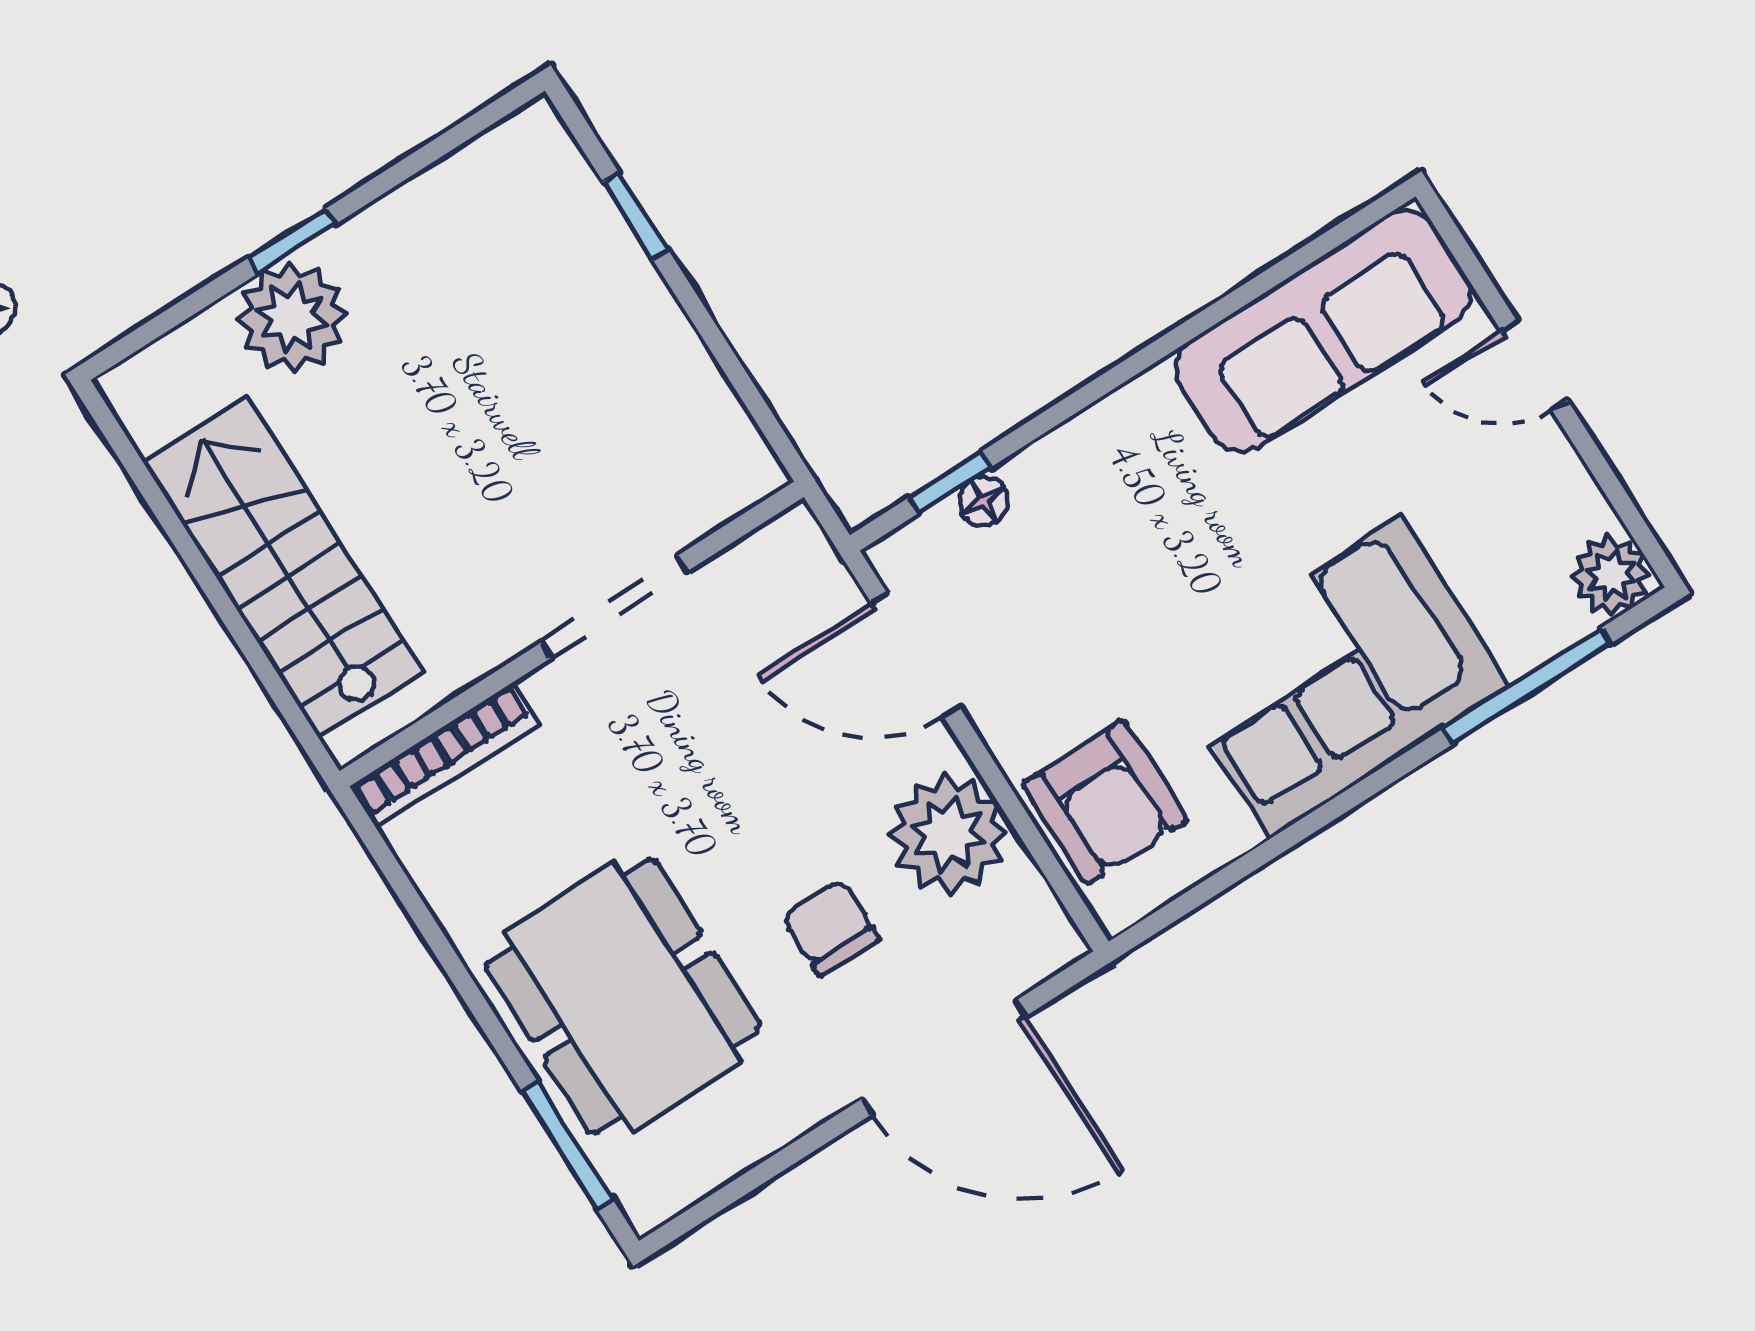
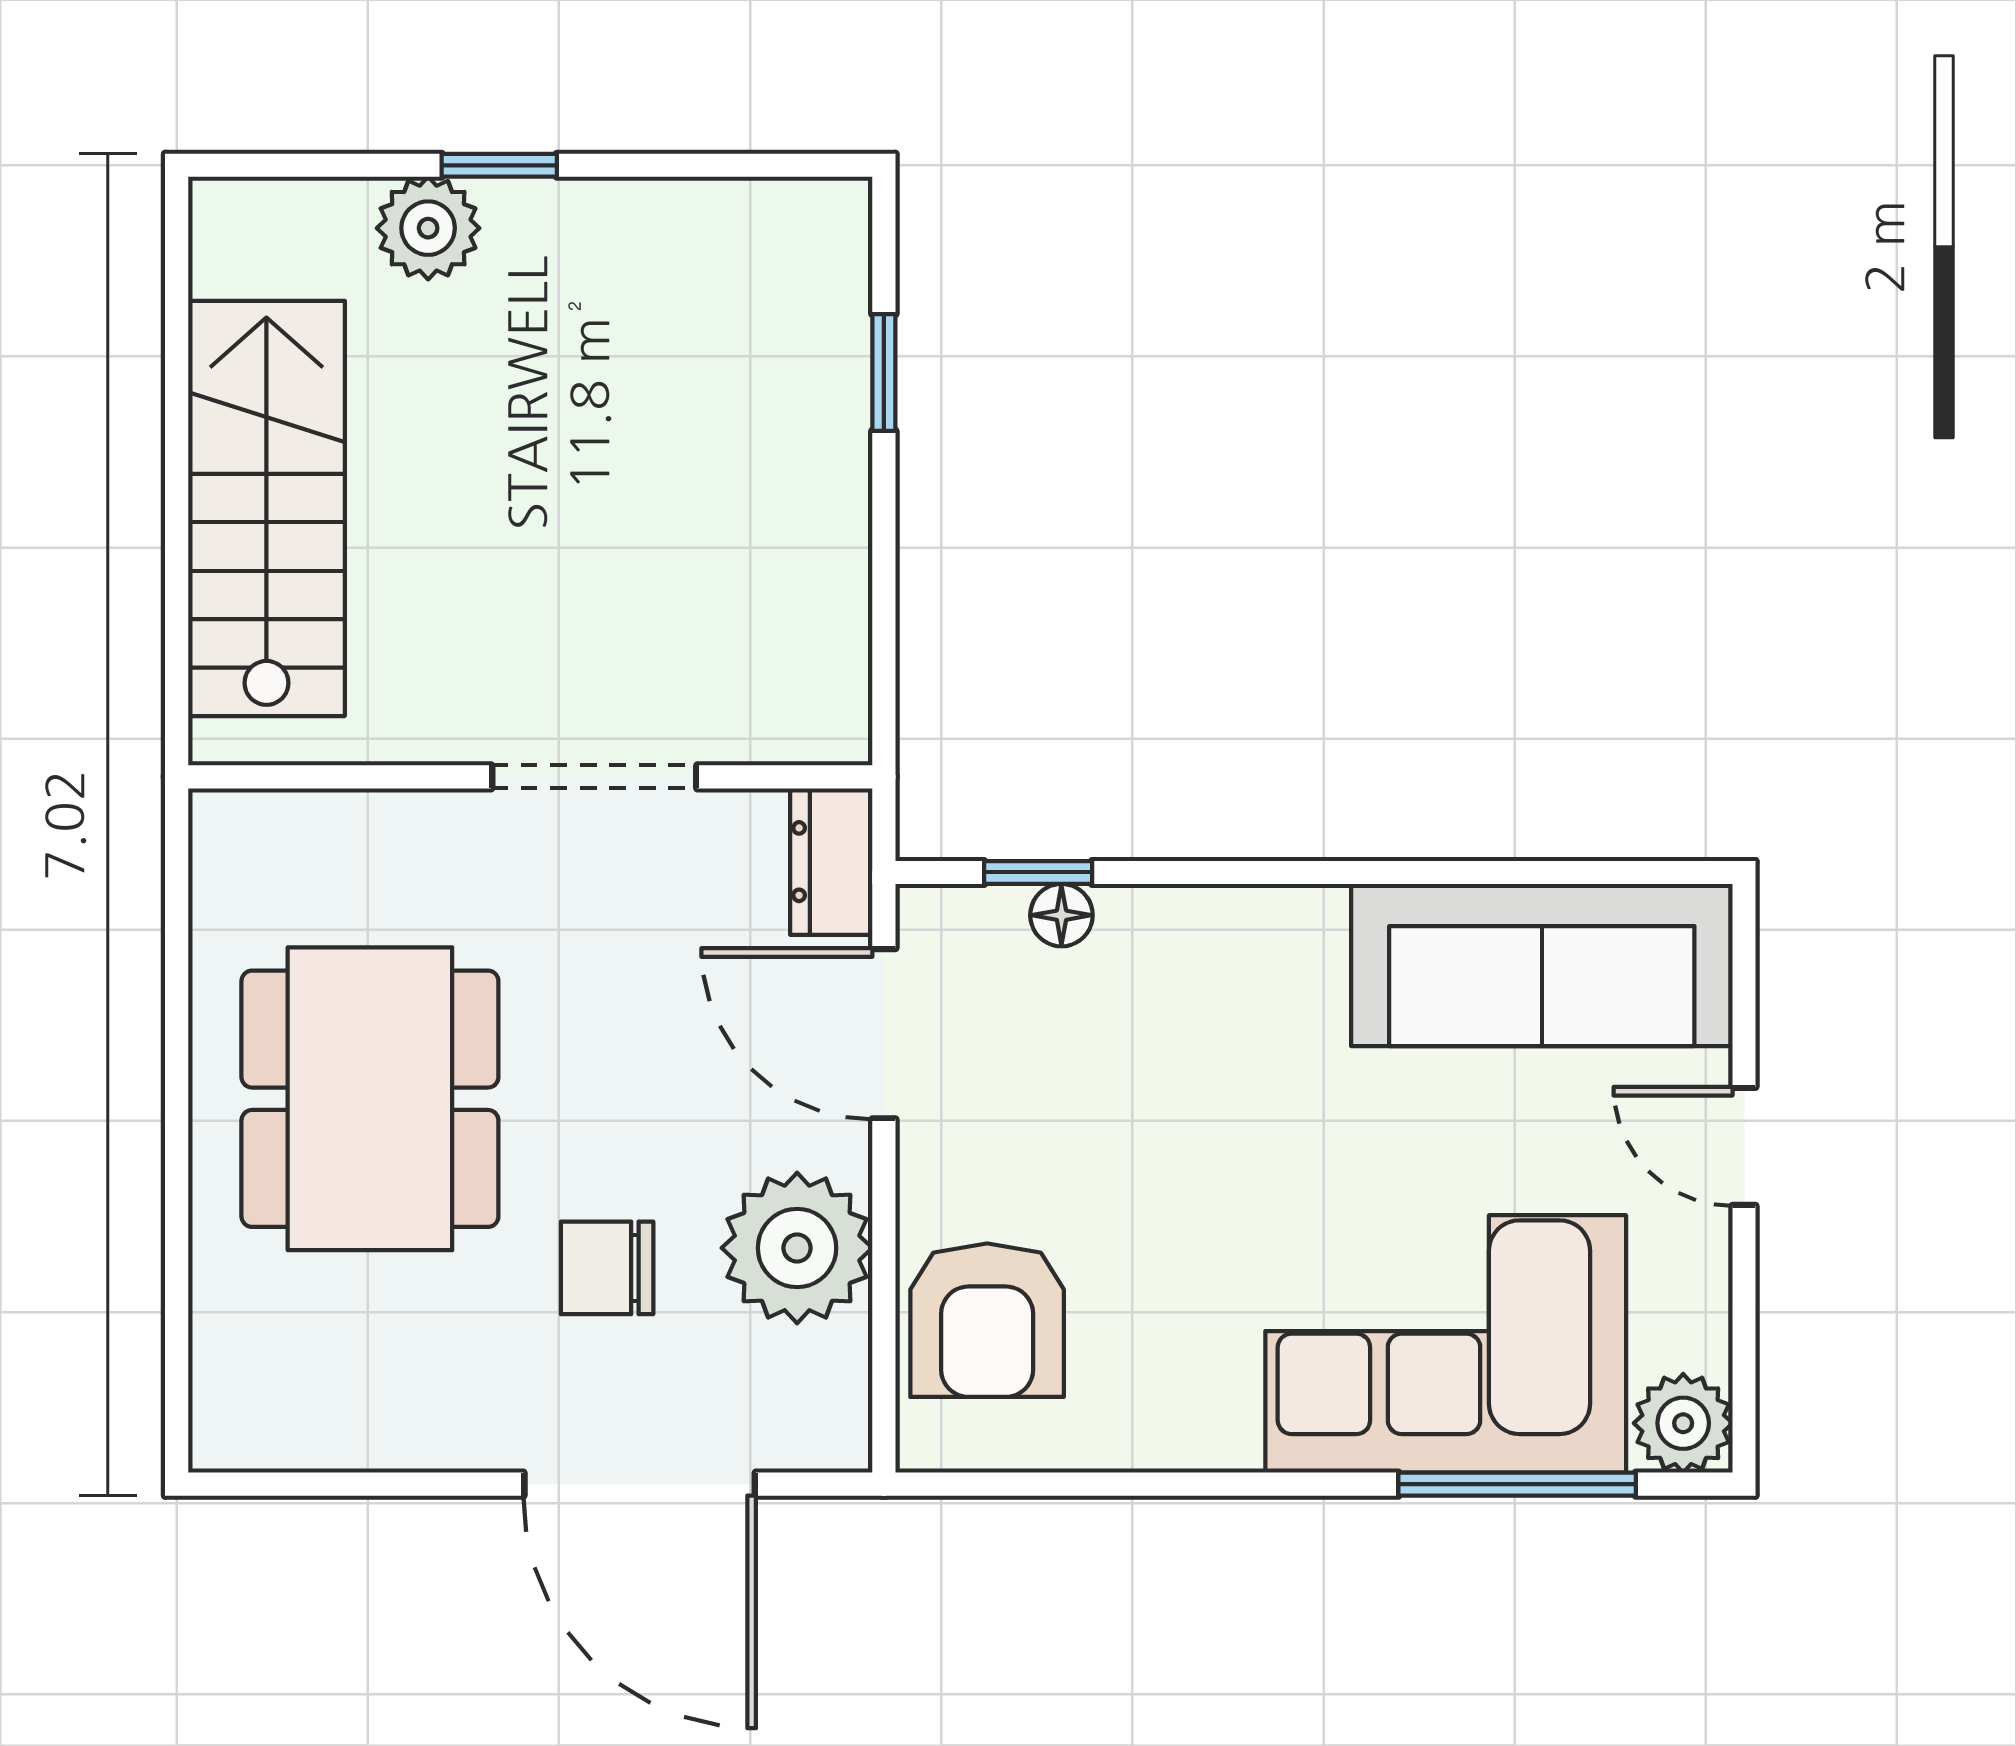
plant: (292, 317) -> (428, 228), width x0.73, depth x0.73
dresser: (808, 563) -> (831, 862), added
corner sofa: (1336, 677) -> (1446, 1344), moved
bookcase: (444, 755) -> (311, 820), removed
chair: (831, 928) -> (607, 1268), turned -90
dining table: (623, 997) -> (370, 1099), moved
window: (567, 1145) -> (177, 1321), removed

